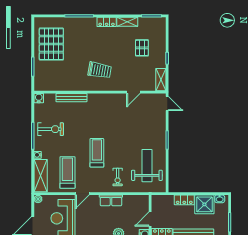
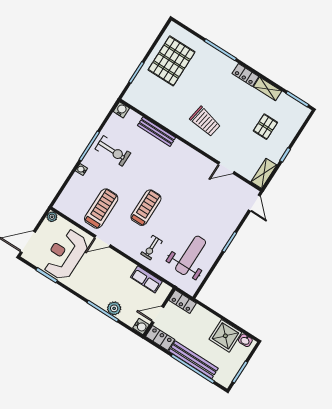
shelving: (41, 176) -> (70, 194), removed
row of seats: (111, 200) -> (146, 279), moved
locker: (184, 200) -> (183, 302), moved

